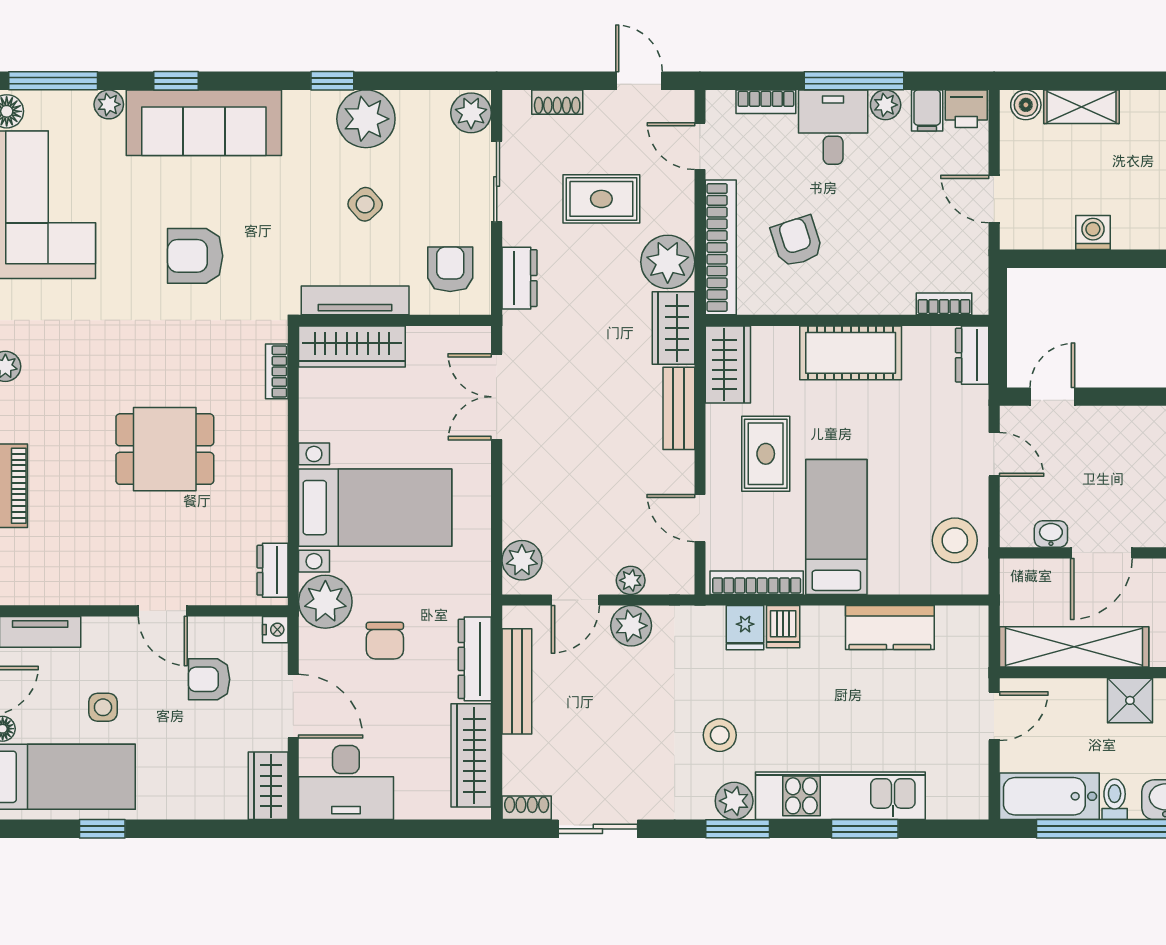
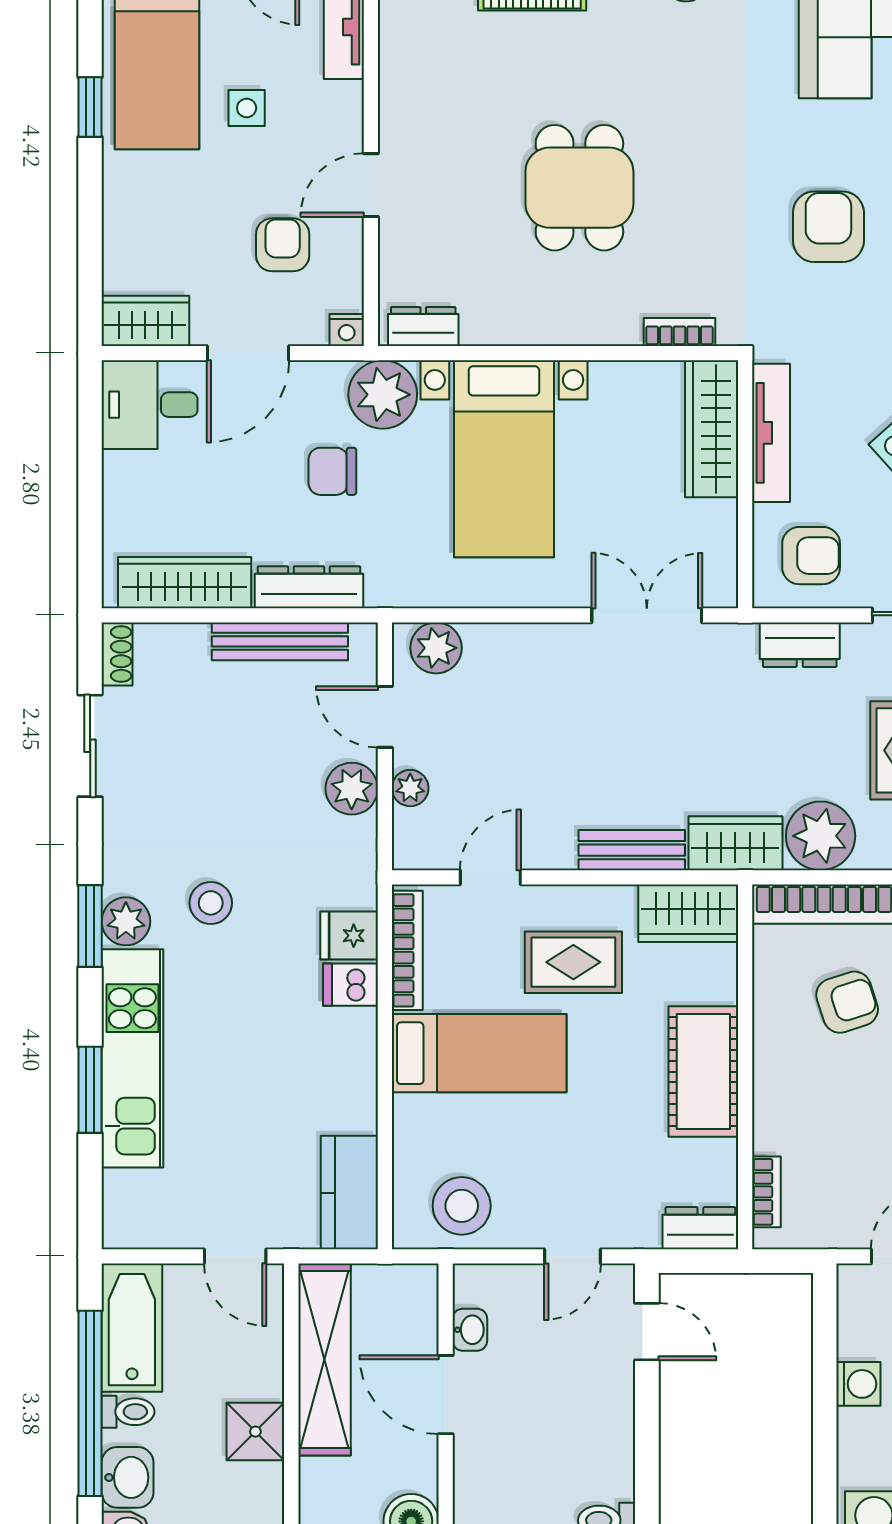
kitchen counter: (890, 628) -> (349, 1193), moved
desk: (346, 783) -> (150, 405), width x0.73

